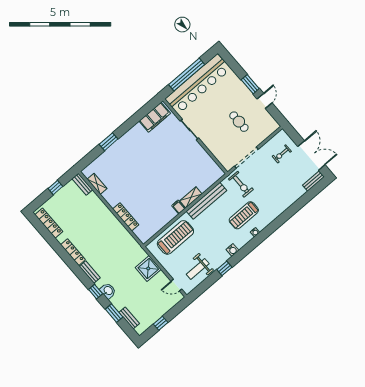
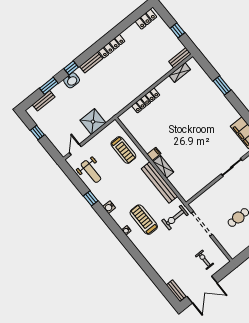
locker: (49, 223) -> (146, 19), width x0.66
treadmill: (175, 237) -> (123, 150), width x0.73, depth x0.73
weight bench: (198, 269) -> (91, 172), turned 180

